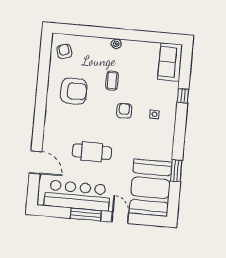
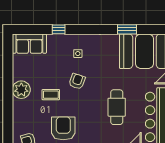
plant: (116, 44) -> (21, 90), width x1.88, depth x1.88
armchair: (124, 111) -> (77, 81), turned 109

